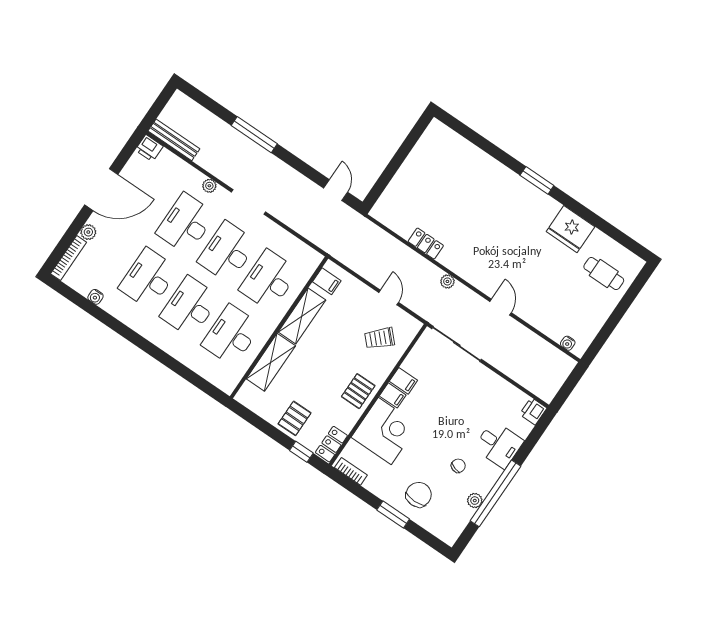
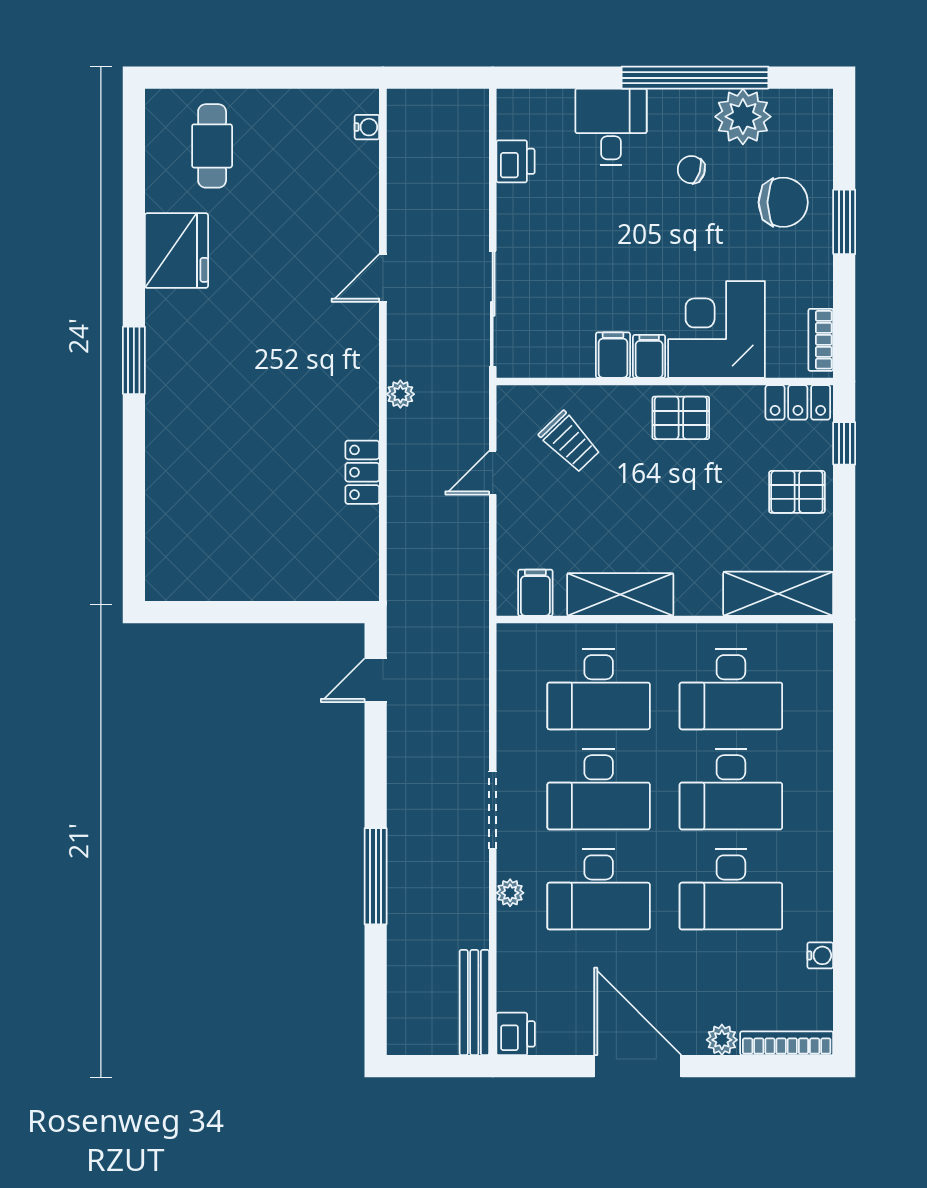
shelving: (271, 362) -> (778, 594), moved
printer: (533, 411) -> (516, 161), moved, turned -90
chair: (419, 495) -> (783, 202), turned 180
plant: (475, 501) -> (743, 117), width x1.87, depth x1.87

